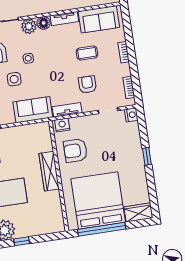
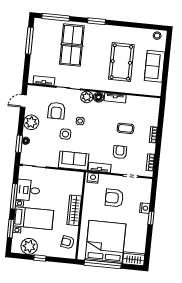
sofa: (99, 19) -> (141, 105), removed
nightstand: (131, 115) -> (145, 208), moved
armchair: (75, 151) -> (114, 198), moved
armchair: (51, 213) -> (68, 242), added

